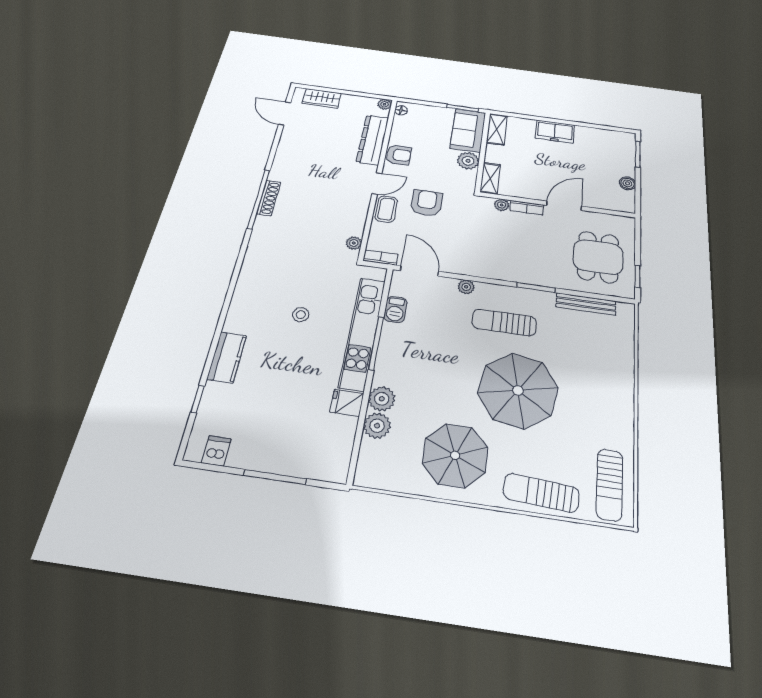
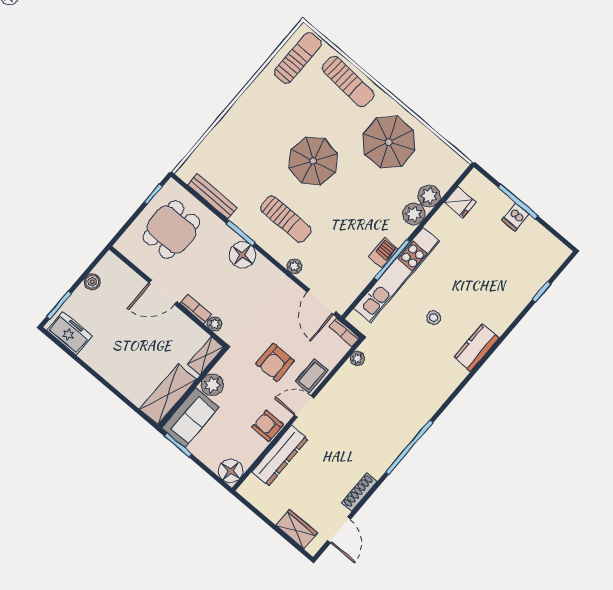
plant: (384, 104) -> (245, 490), removed
floor lamp: (401, 110) -> (231, 471), width x1.89, depth x1.89
shelving: (497, 129) -> (168, 394), width x1.50, depth x1.33
freezer: (555, 132) -> (69, 333), moved
shoe rack: (269, 198) -> (359, 492), moved
floor lamp: (520, 271) -> (242, 255), added
barbecue: (395, 310) -> (383, 253), moved
kitchen counter: (227, 357) -> (476, 348), moved
parasol: (518, 390) -> (313, 161), width x0.73, depth x0.73
fridge: (347, 403) -> (460, 202), moved
dishwasher: (216, 451) -> (515, 217), moved

